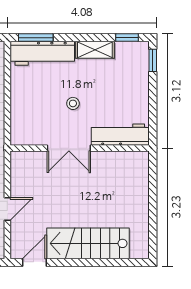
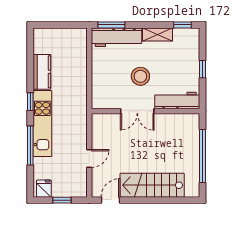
window: (153, 60) -> (202, 69), moved
stool: (73, 103) -> (140, 76), width x1.89, depth x1.89
window: (153, 206) -> (202, 156), added

